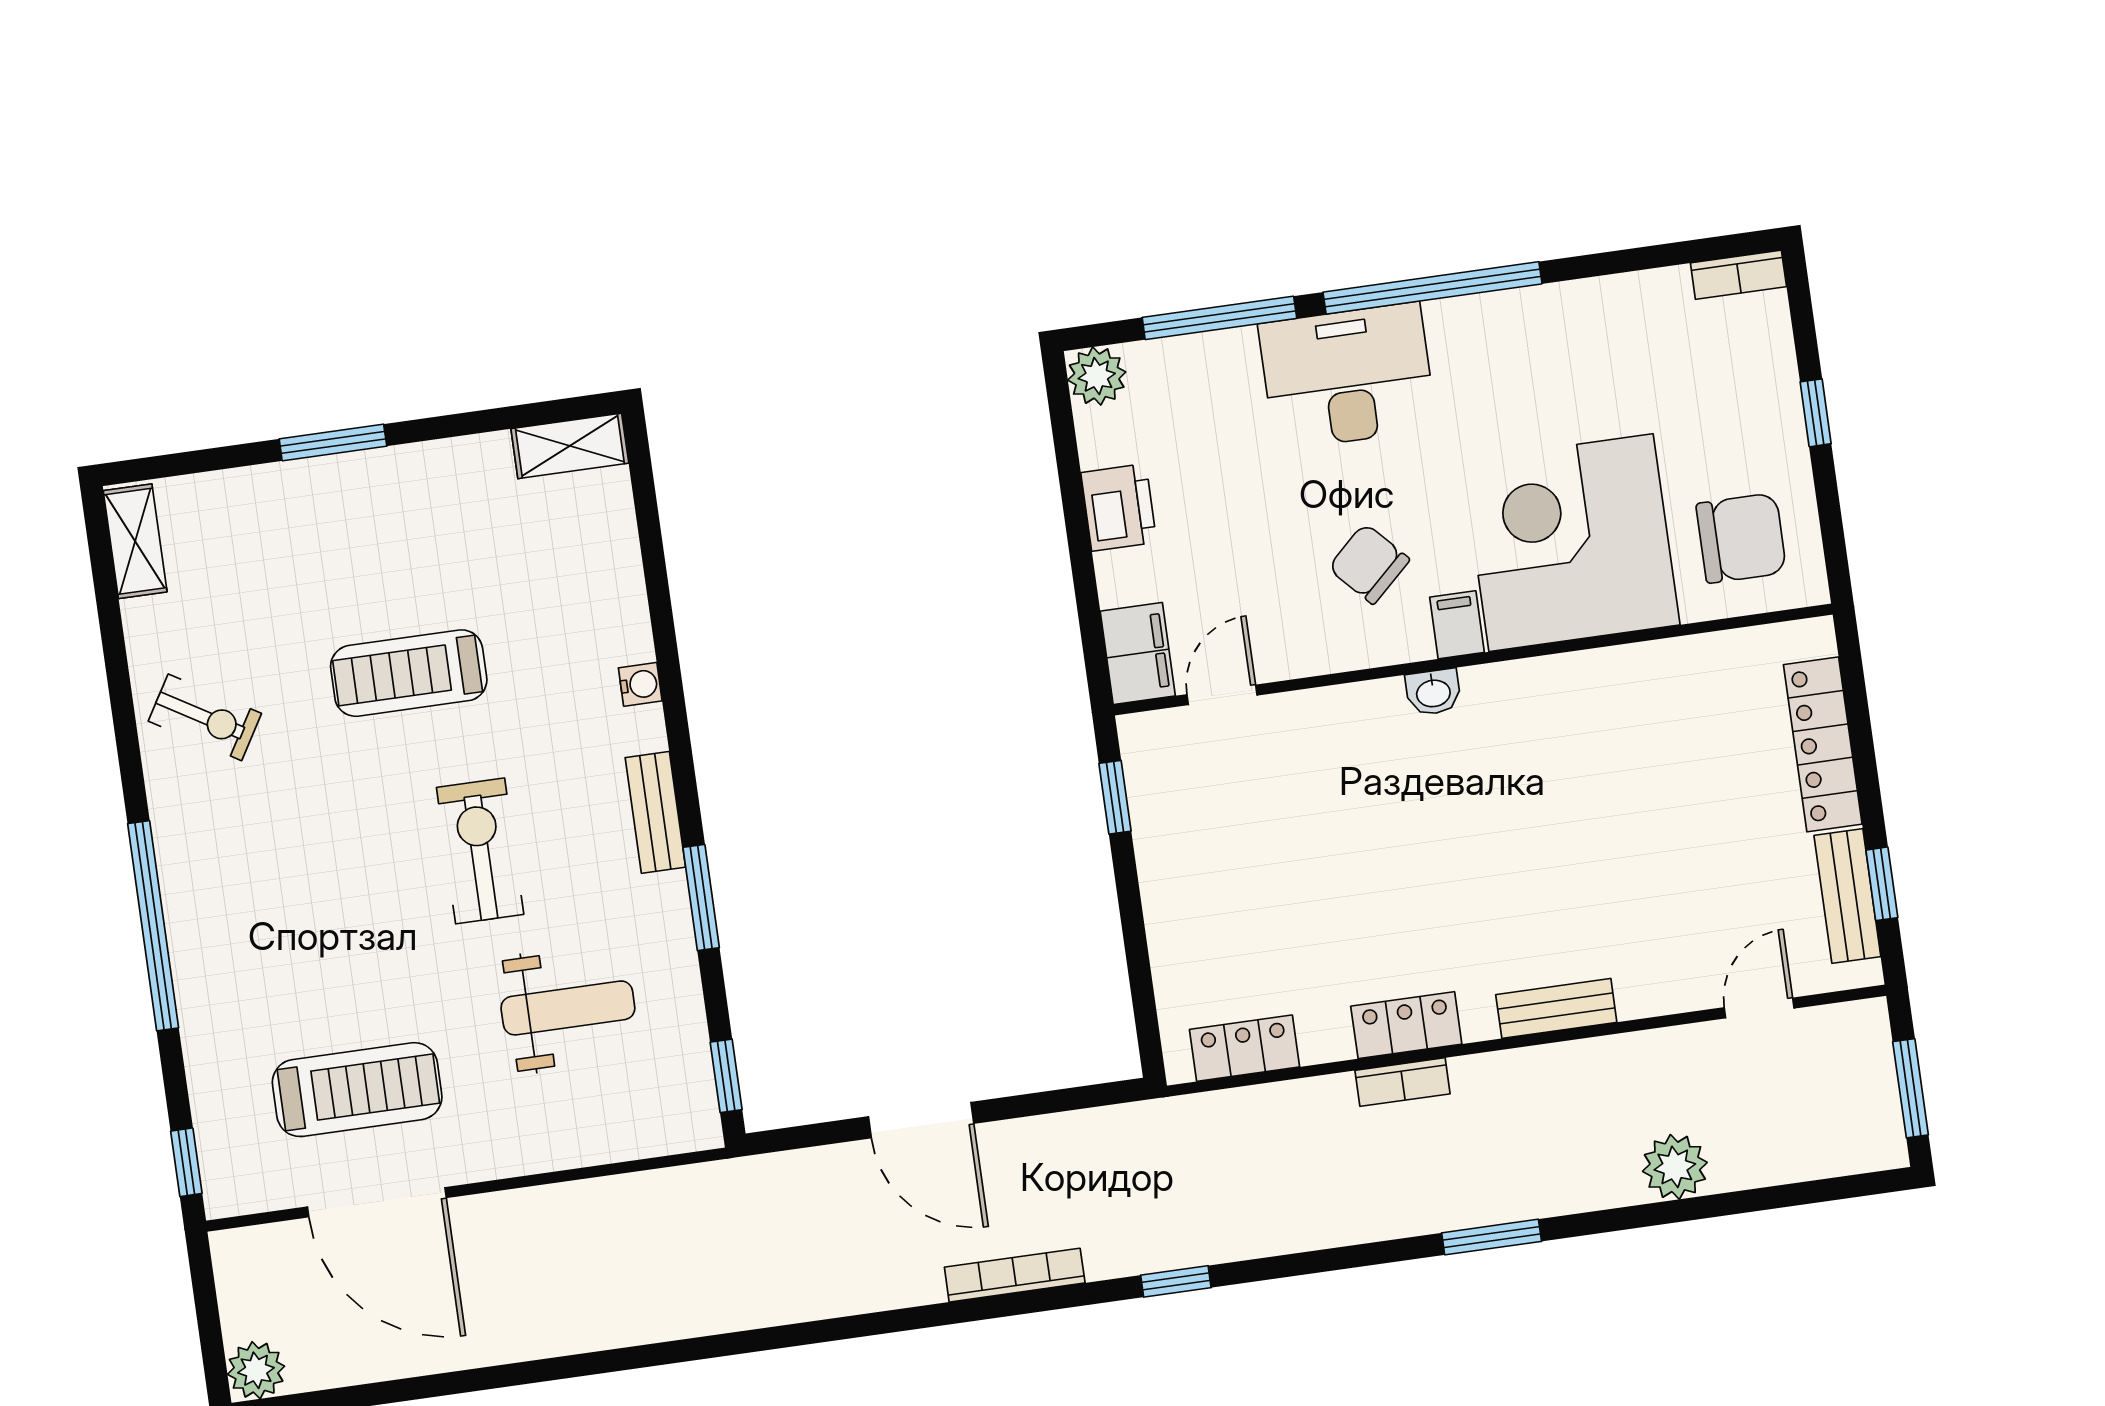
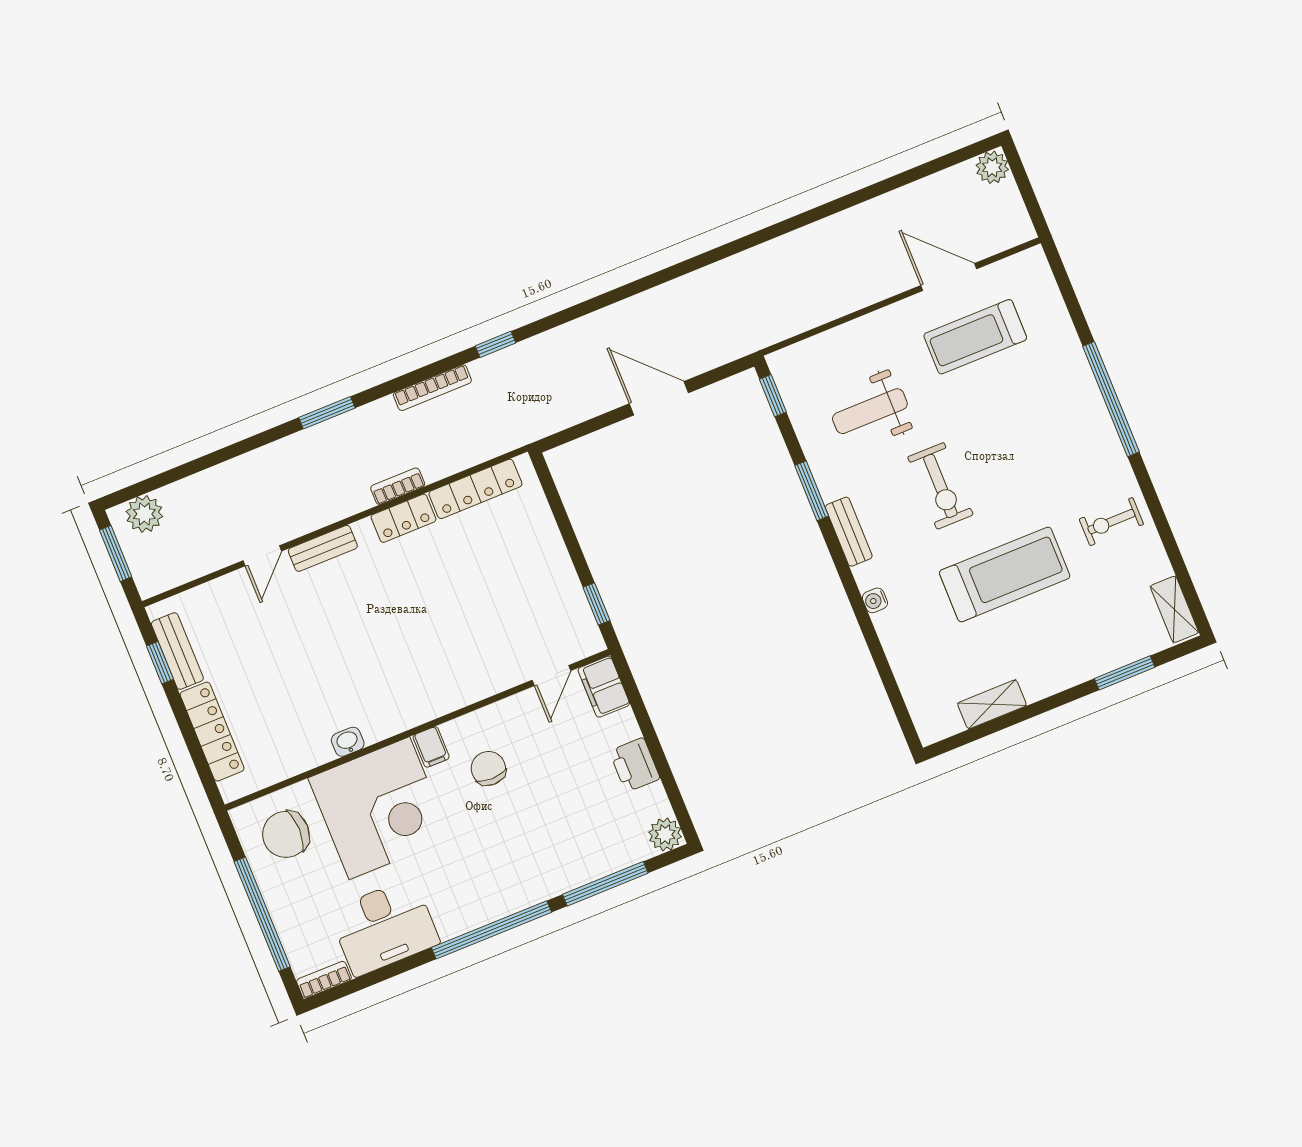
desk: (1347, 376) -> (384, 927), moved
window: (1816, 413) -> (262, 914), width x3.17
window: (333, 442) -> (1125, 673), moved
shelving: (570, 446) -> (992, 704), moved
chair: (1369, 564) -> (488, 768), turned -137
treadmill: (409, 673) -> (1005, 574), width x1.37, depth x1.38
washbasin: (1433, 692) -> (348, 742), moved
exercise bike: (205, 717) -> (1111, 522), turned -31
door: (1759, 1008) -> (262, 556), moved
locker: (1244, 1048) -> (475, 489), width x1.53
window: (186, 1162) -> (1060, 273), removed
plant: (1675, 1167) -> (144, 514), moved
door: (377, 1202) -> (949, 277), width x0.73
bookcase: (1015, 1275) -> (432, 388), moved

